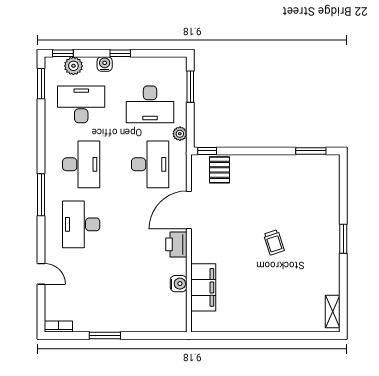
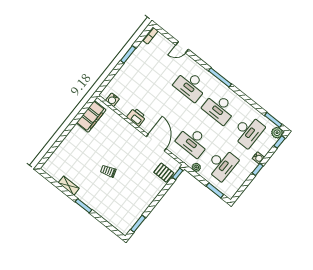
plant: (73, 66) -> (277, 133), moved
desk: (150, 104) -> (222, 164), turned 180
desk: (81, 224) -> (190, 85), turned 180
printer: (176, 244) -> (136, 117), moved
water cooler: (179, 284) -> (112, 100), moved
filing cabinet: (203, 287) -> (91, 116), moved, turned -90
shelving: (333, 311) -> (69, 186), moved

